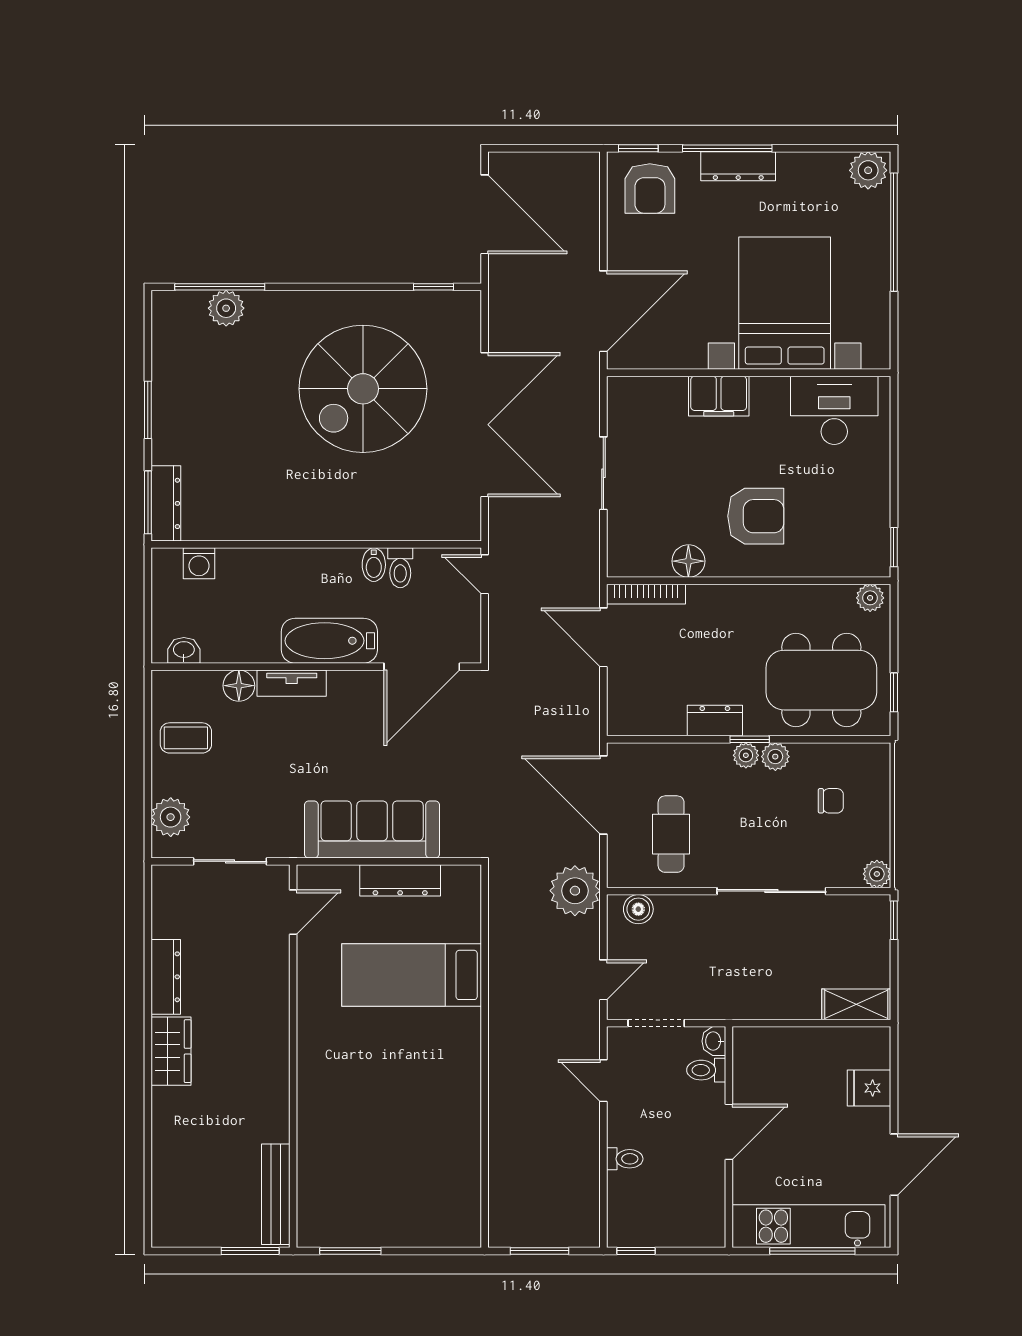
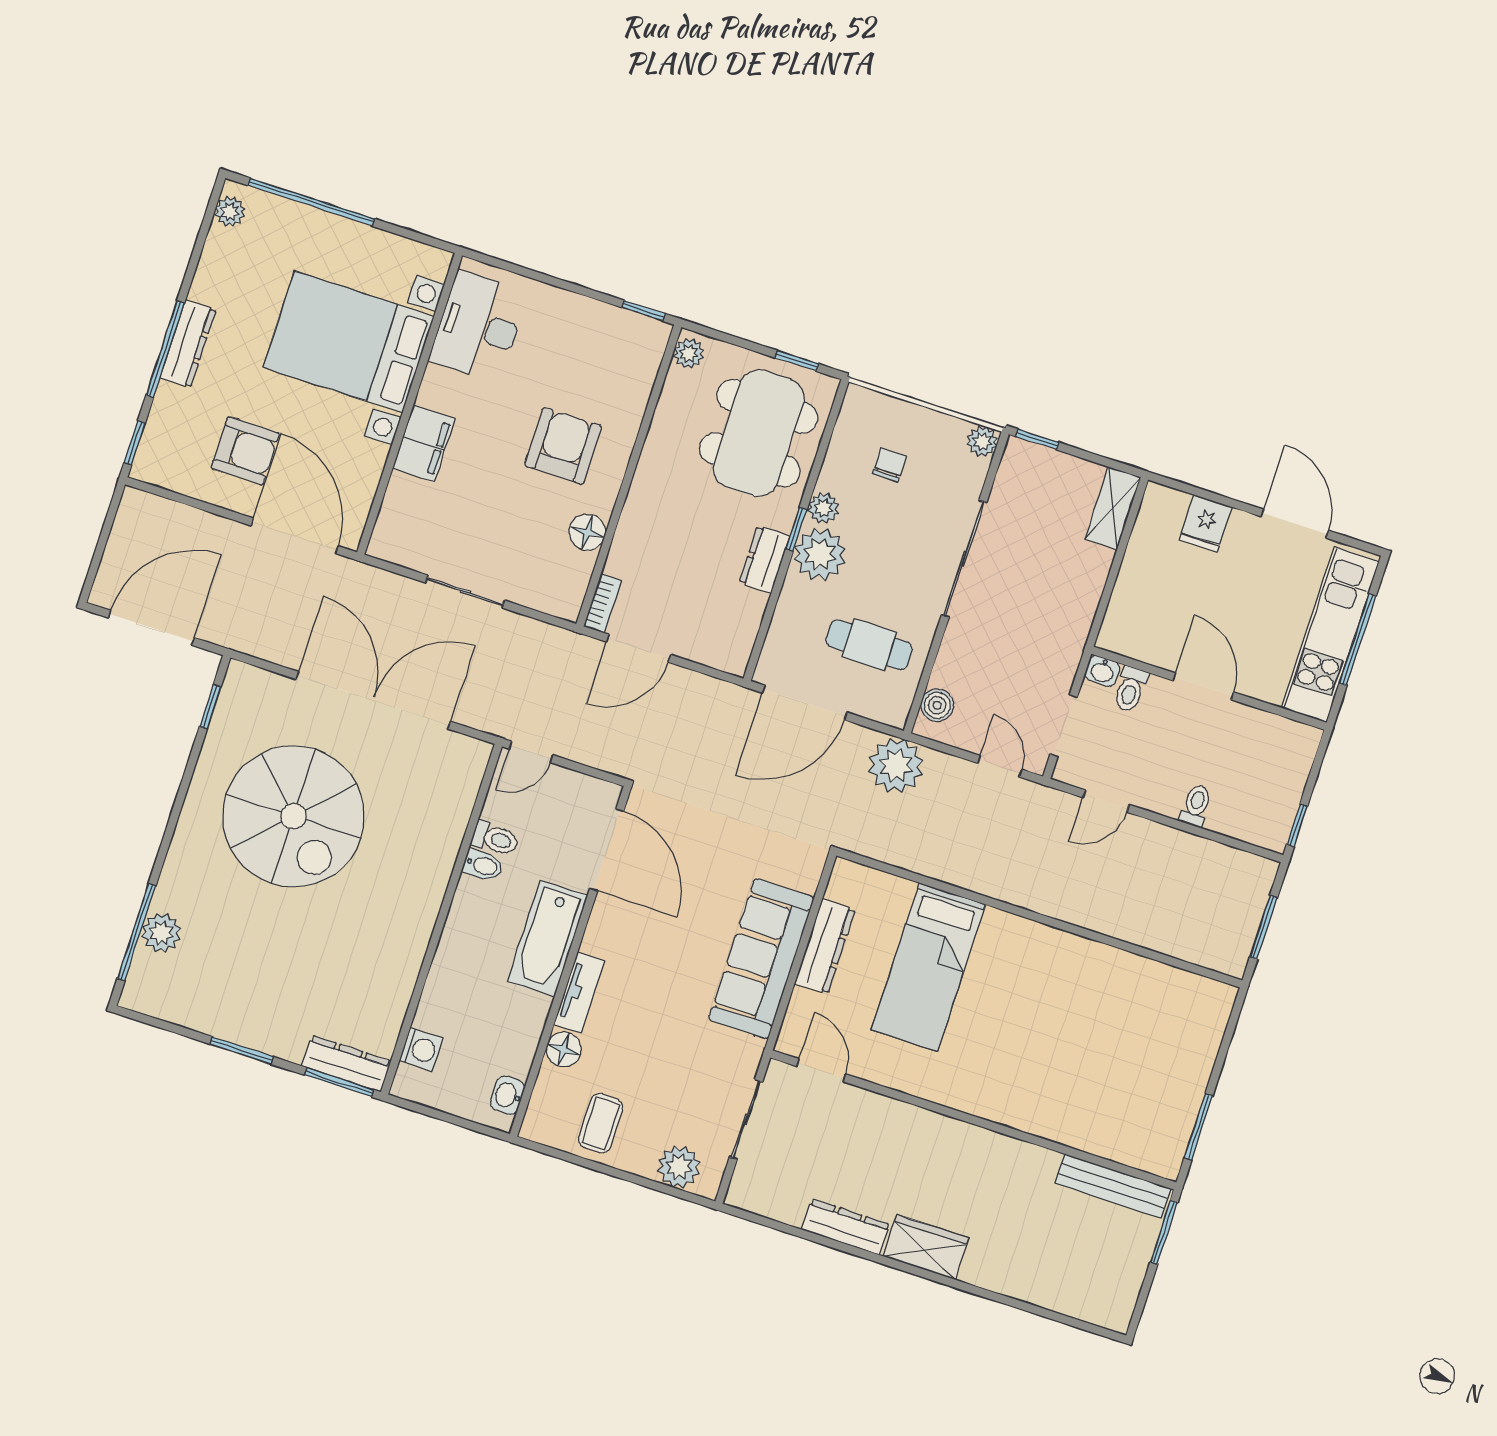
plant: (868, 170) -> (230, 212), width x0.73, depth x0.73
armchair: (650, 189) -> (245, 451), moved
bookcase: (646, 594) -> (603, 603), width x0.64
plant: (746, 755) -> (820, 554), width x1.88, depth x1.88

